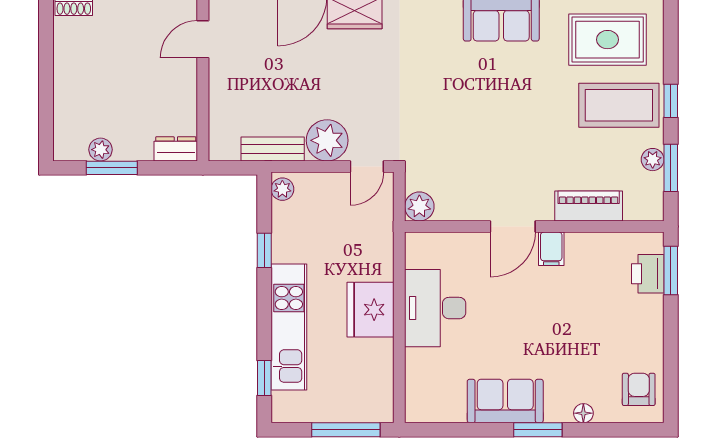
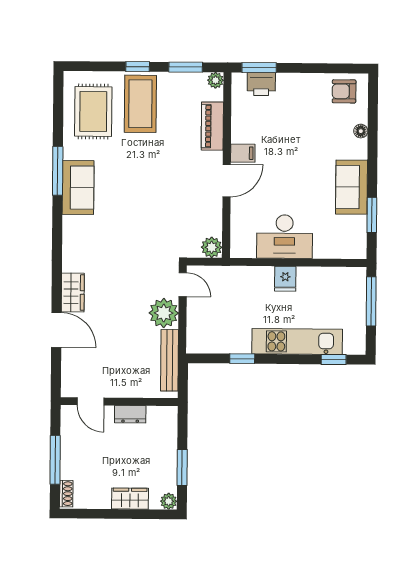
wardrobe: (68, 96) -> (130, 499), added
dresser: (176, 149) -> (130, 414), moved, turned -90
bench: (273, 149) -> (169, 360), width x1.36
plant: (101, 150) -> (169, 501), moved
plant: (653, 160) -> (216, 80), moved
plant: (282, 189) -> (198, 345), removed
door: (513, 227) -> (227, 181), hinge flipped
fridge: (370, 310) -> (285, 279), width x0.53, depth x0.75
window: (538, 430) -> (372, 215), moved

